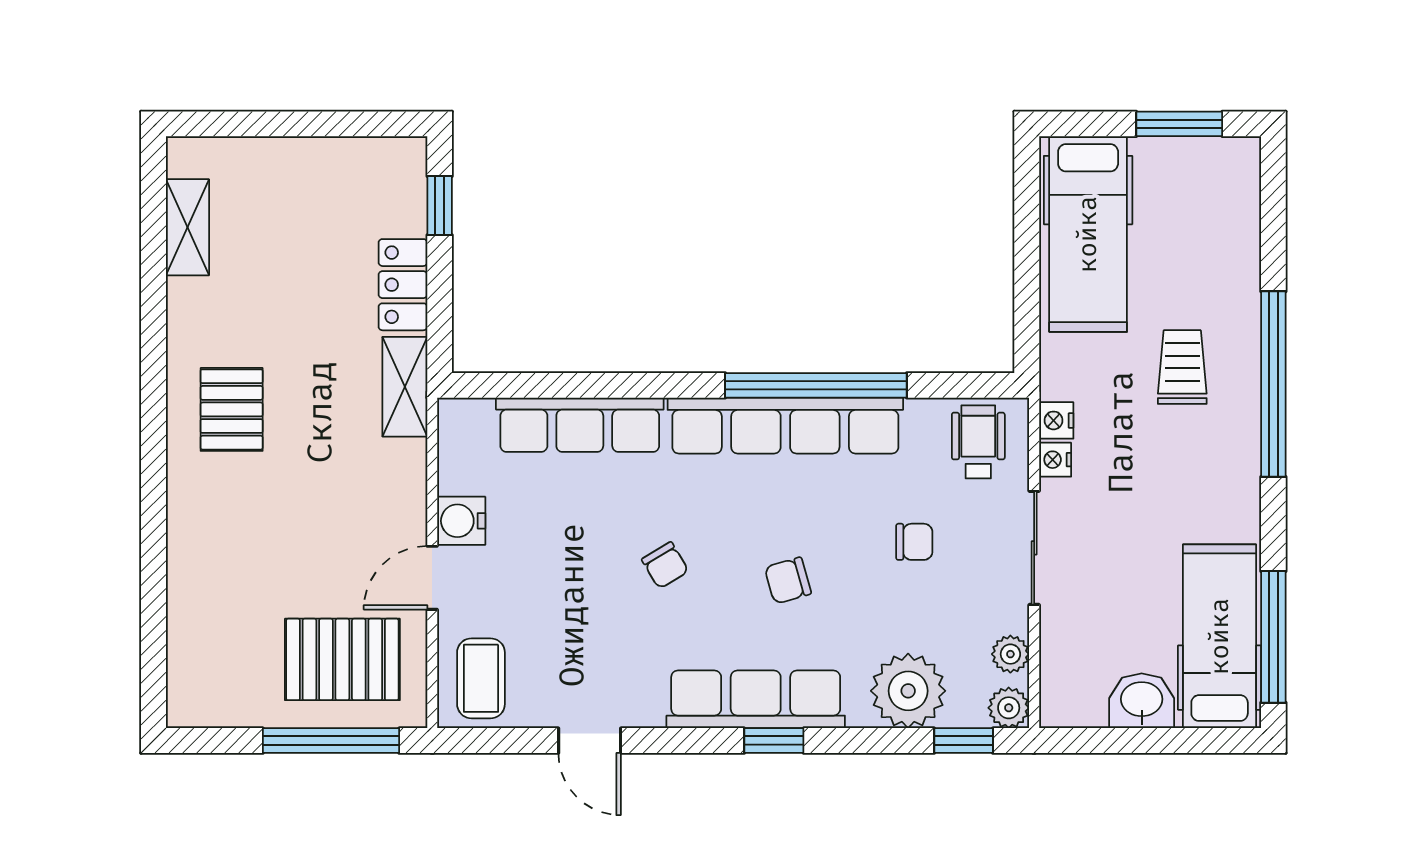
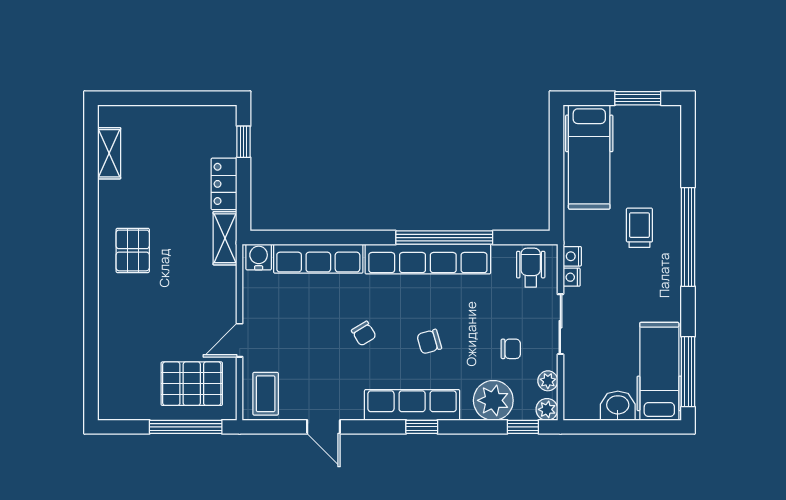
water cooler: (461, 521) -> (259, 257), moved, turned 90
chair: (914, 542) -> (511, 349), moved

